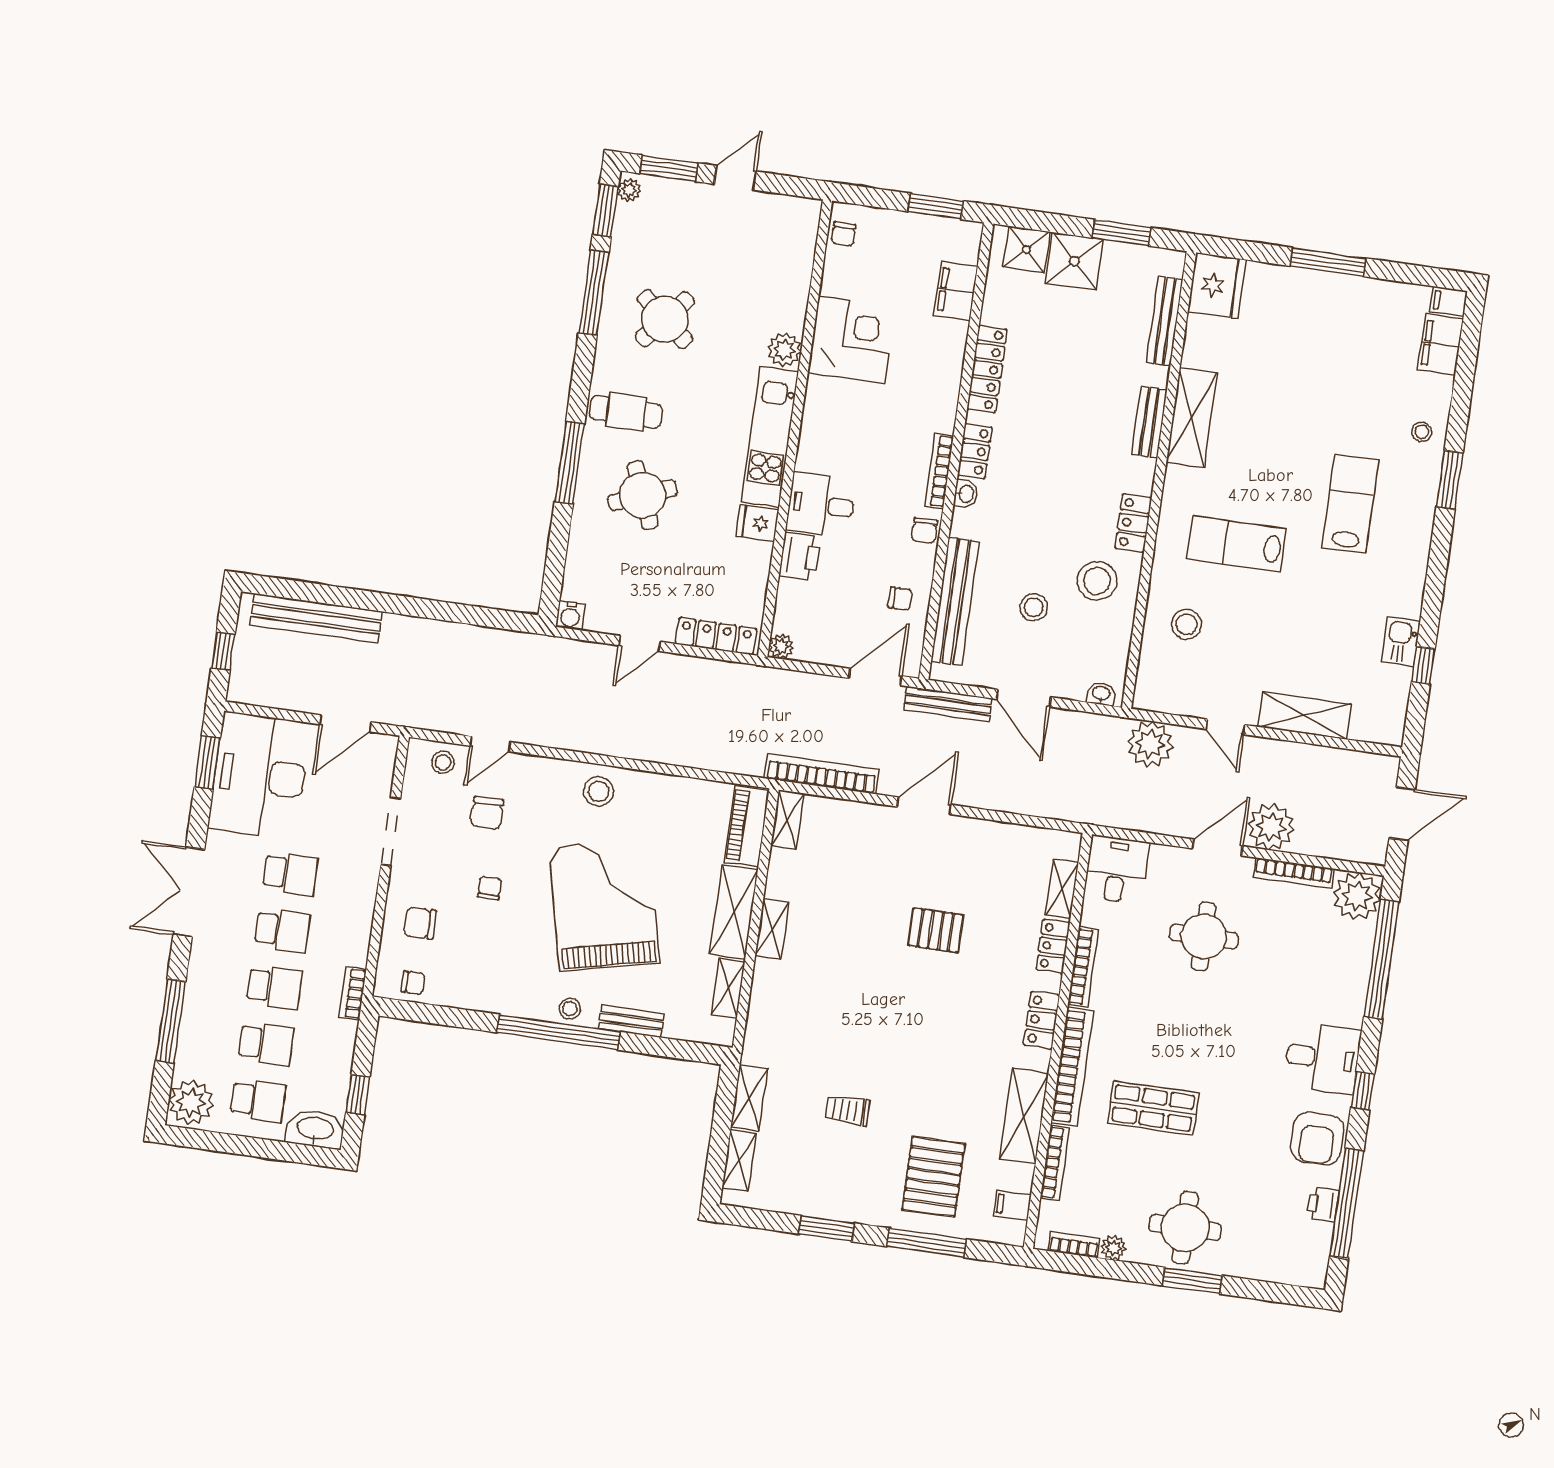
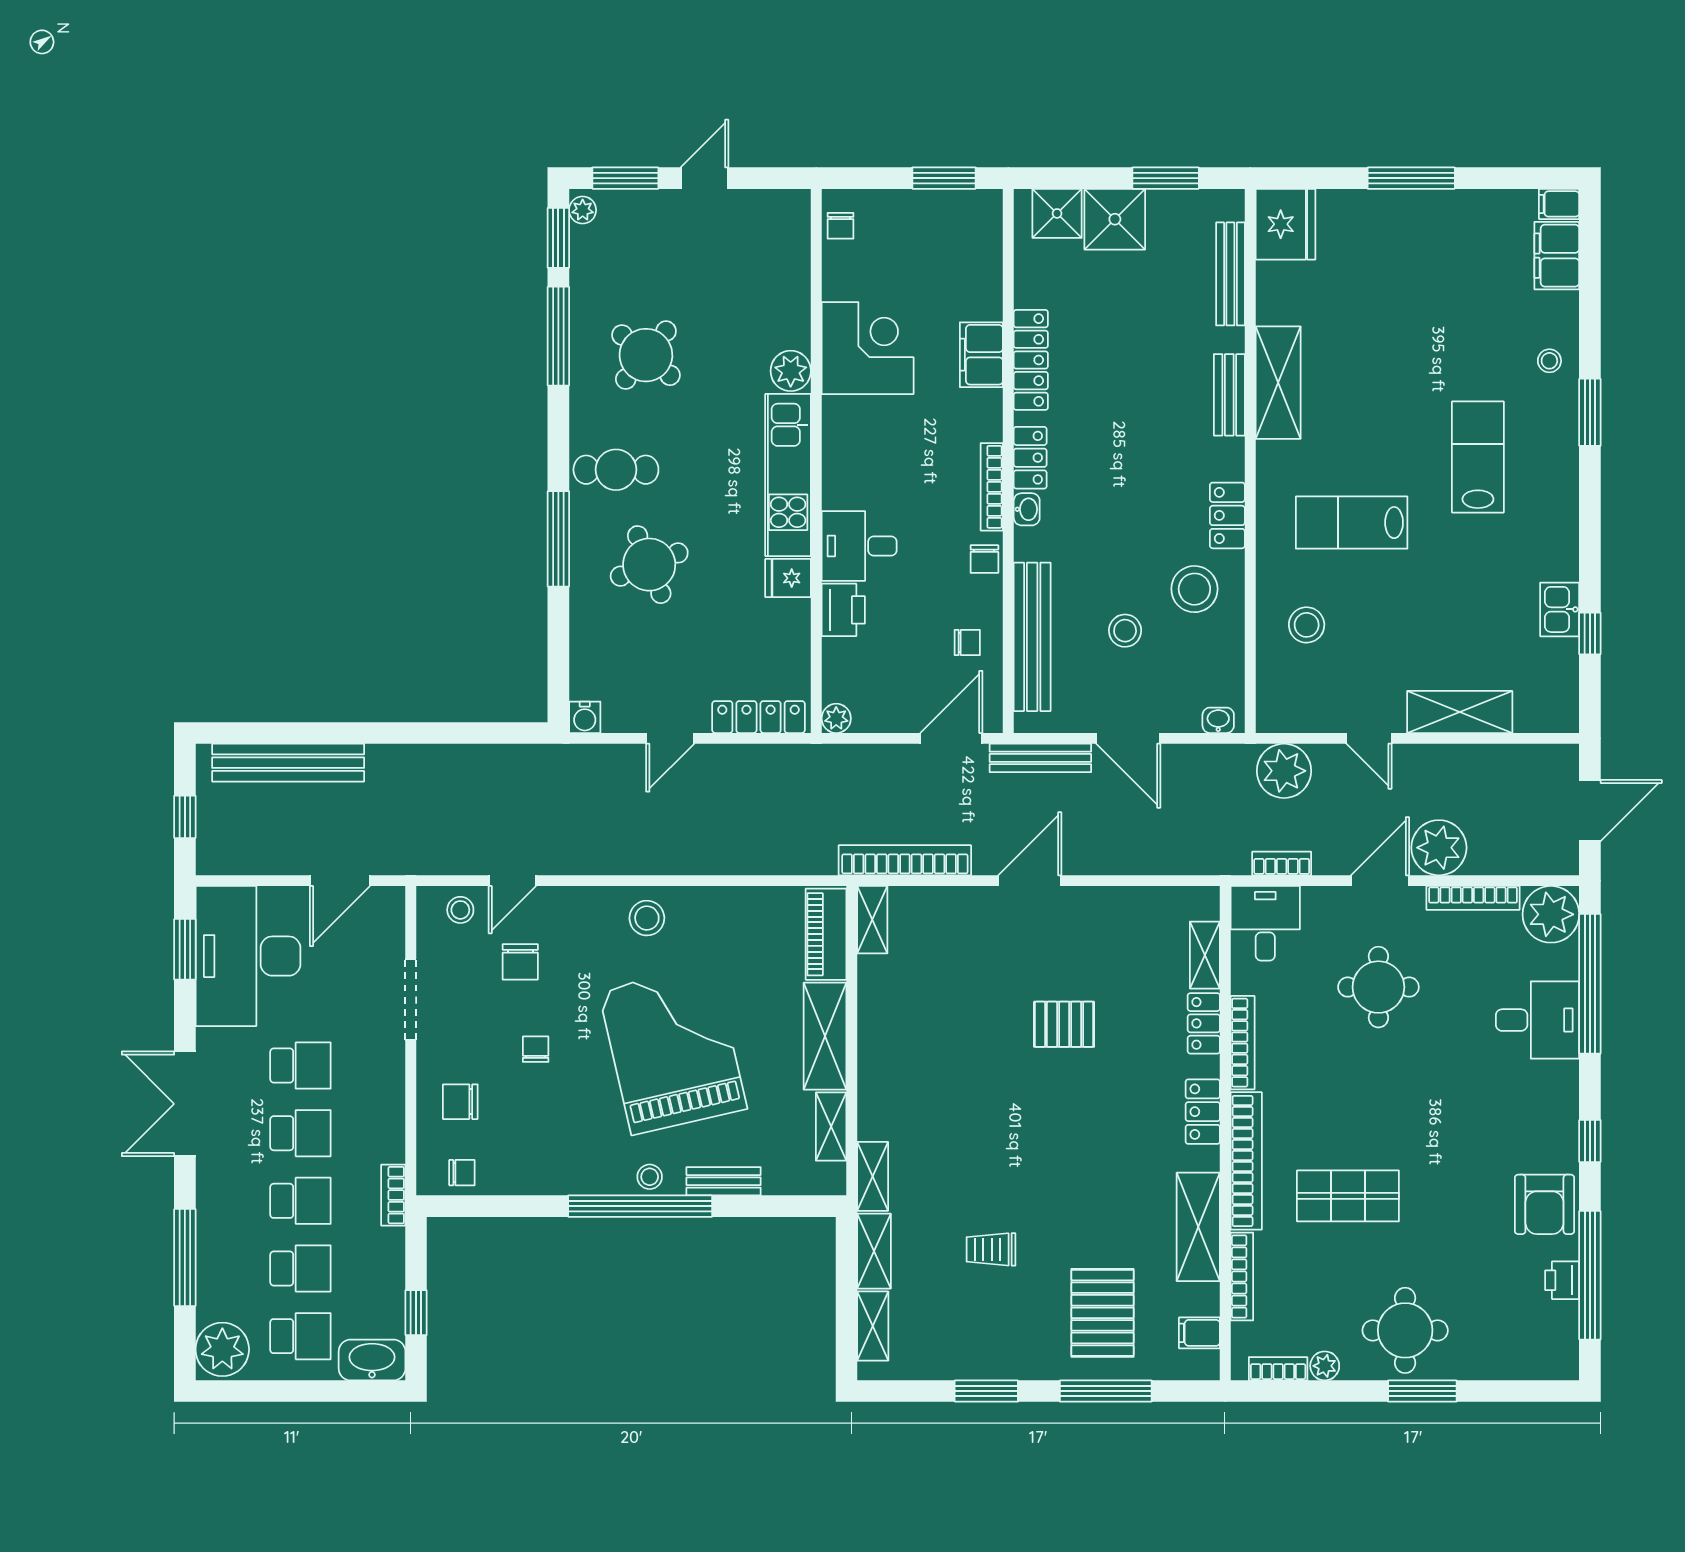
filing cabinet: (956, 291) -> (981, 355), moved
bookcase: (1137, 821) -> (1282, 863), added
shelving: (772, 929) -> (873, 1176), moved
desk: (1323, 1058) -> (1537, 1020), moved

